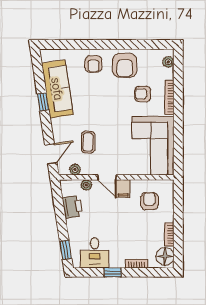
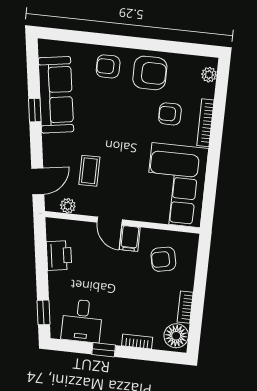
armchair: (93, 64) -> (108, 66), turned 90
armchair: (125, 65) -> (150, 73), turned -90
plant: (86, 185) -> (81, 228), removed
armchair: (149, 201) -> (163, 259), turned -102

